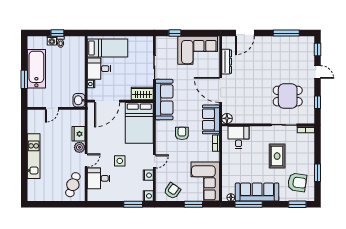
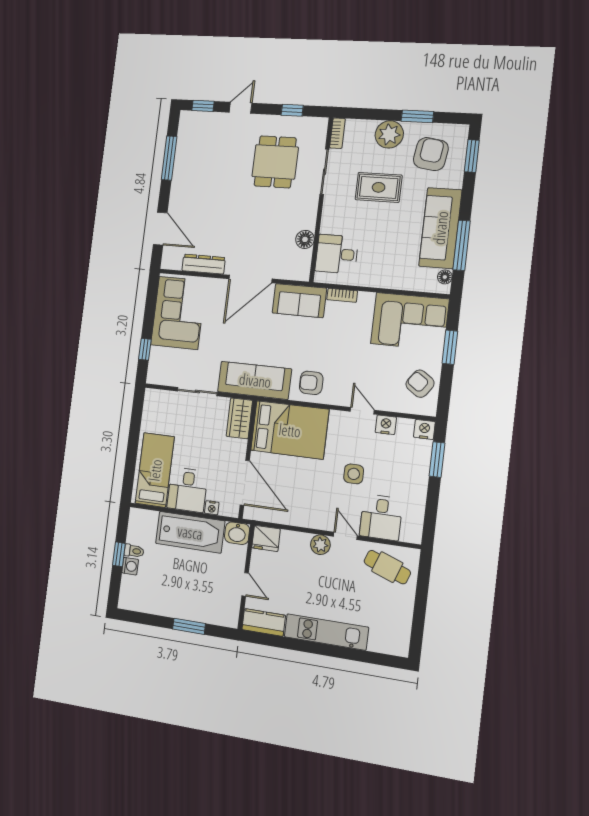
bathtub: (36, 69) -> (190, 532), moved, turned 180
floor lamp: (227, 118) -> (305, 239), moved
kitchen counter: (33, 121) -> (264, 622), added
armchair: (182, 133) -> (311, 383), moved
fridge: (78, 134) -> (266, 538), moved
plant: (307, 158) -> (389, 134), added

